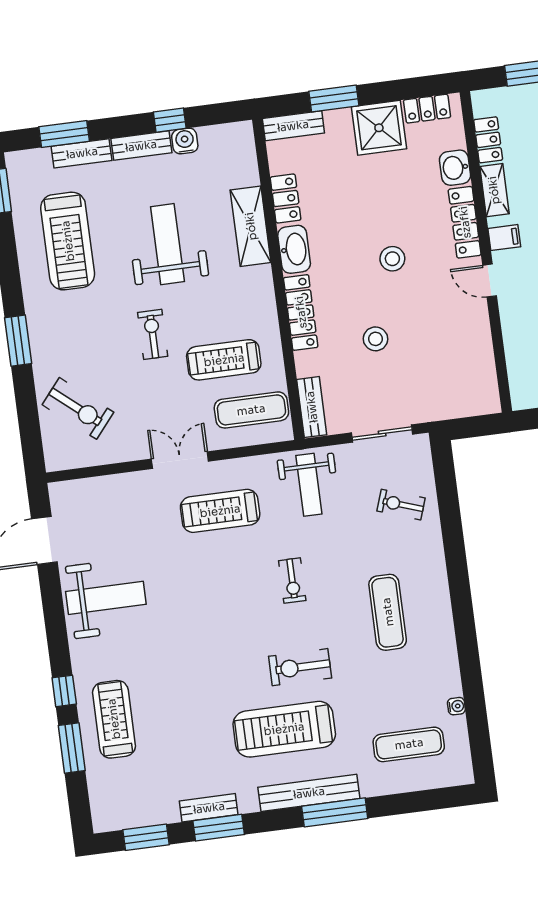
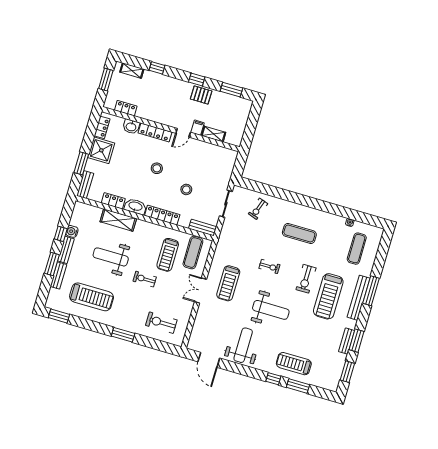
window: (64, 134) -> (52, 264), moved
shelving: (494, 190) -> (214, 134), moved
filing cabinet: (504, 238) -> (197, 128), moved
exercise bike: (78, 408) -> (161, 323), turned -130
weight bench: (309, 485) -> (271, 310), moved, width x1.36, depth x1.33

